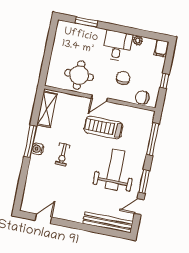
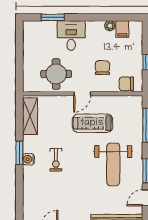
desk: (117, 46) -> (71, 36), moved
filing cabinet: (161, 48) -> (122, 29), moved
window: (30, 141) -> (19, 153), width x0.69
weight bench: (115, 170) -> (113, 164), turned 180

